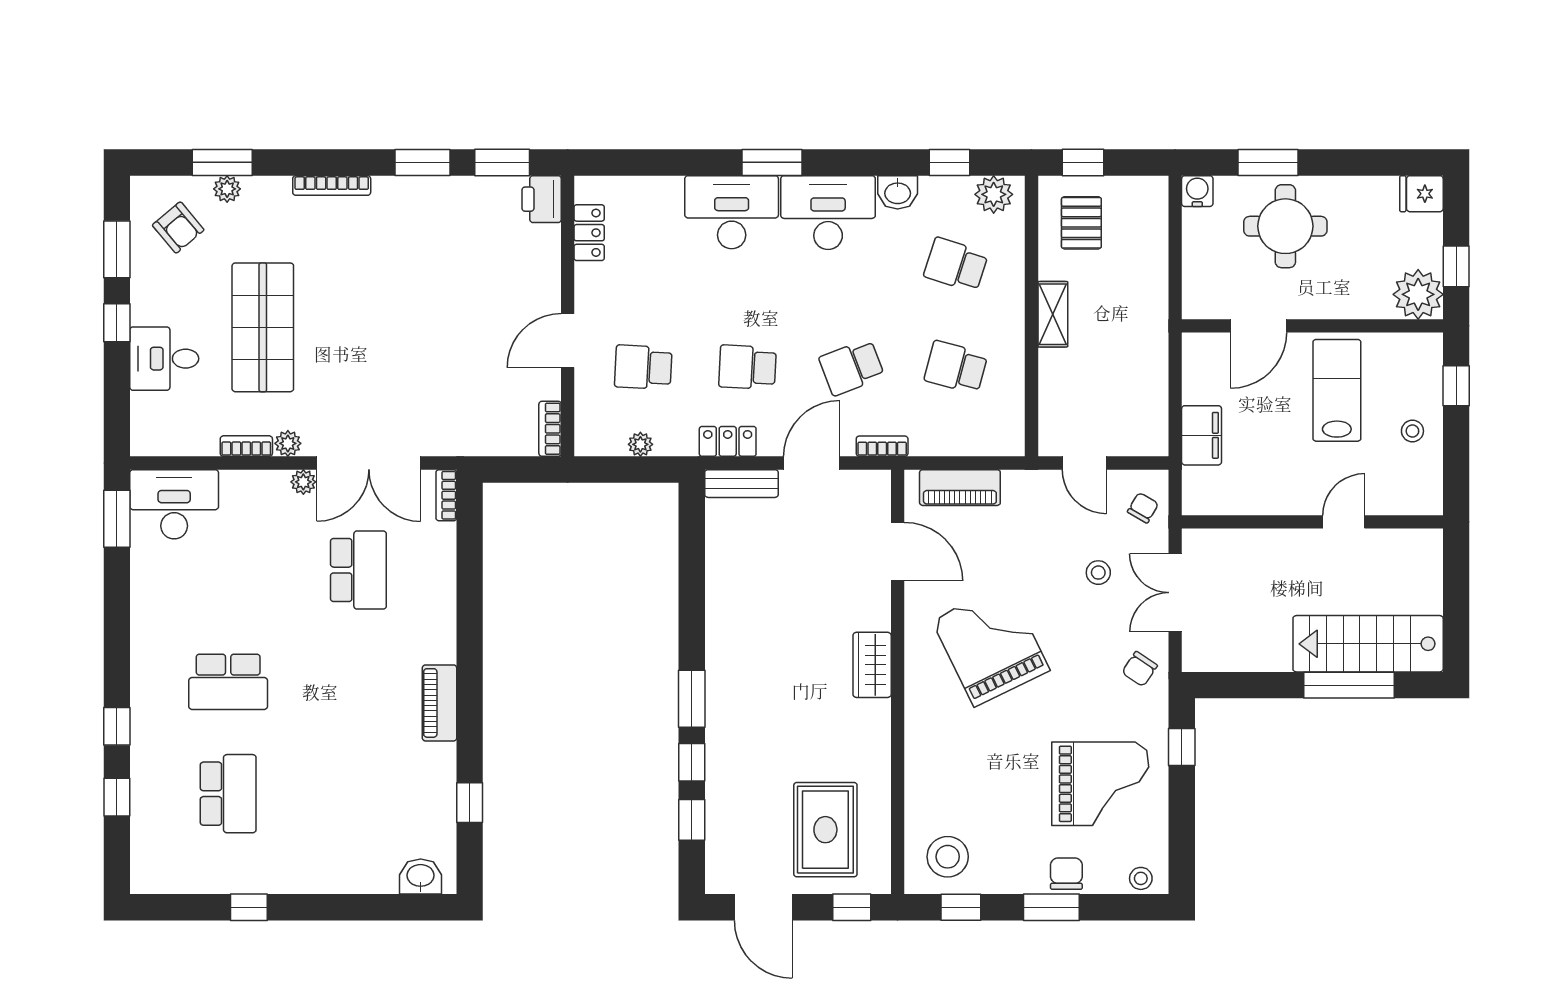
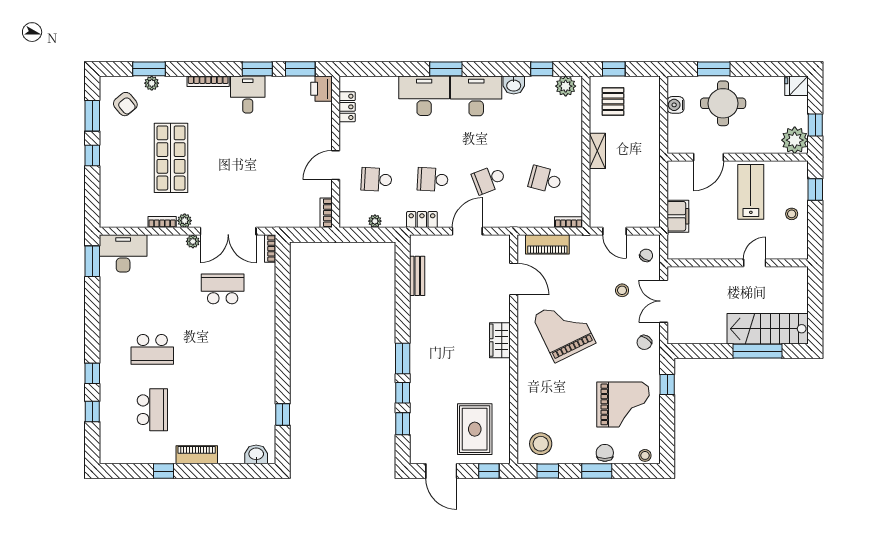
water cooler: (1197, 191) -> (675, 105), moved, turned -90
school desk: (956, 265) -> (545, 124), removed
desk: (164, 359) -> (248, 95), moved, turned 90
bookcase: (882, 446) -> (569, 222), moved
bench: (741, 484) -> (417, 276), moved, turned 90
school desk: (358, 570) -> (223, 289), turned -90
piano: (440, 703) -> (197, 455), moved, turned 90

